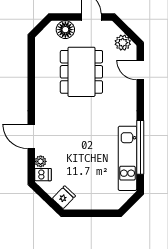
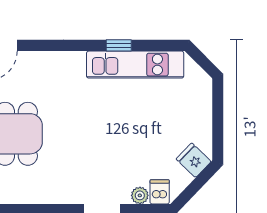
window: (140, 147) -> (119, 45), width x0.32

